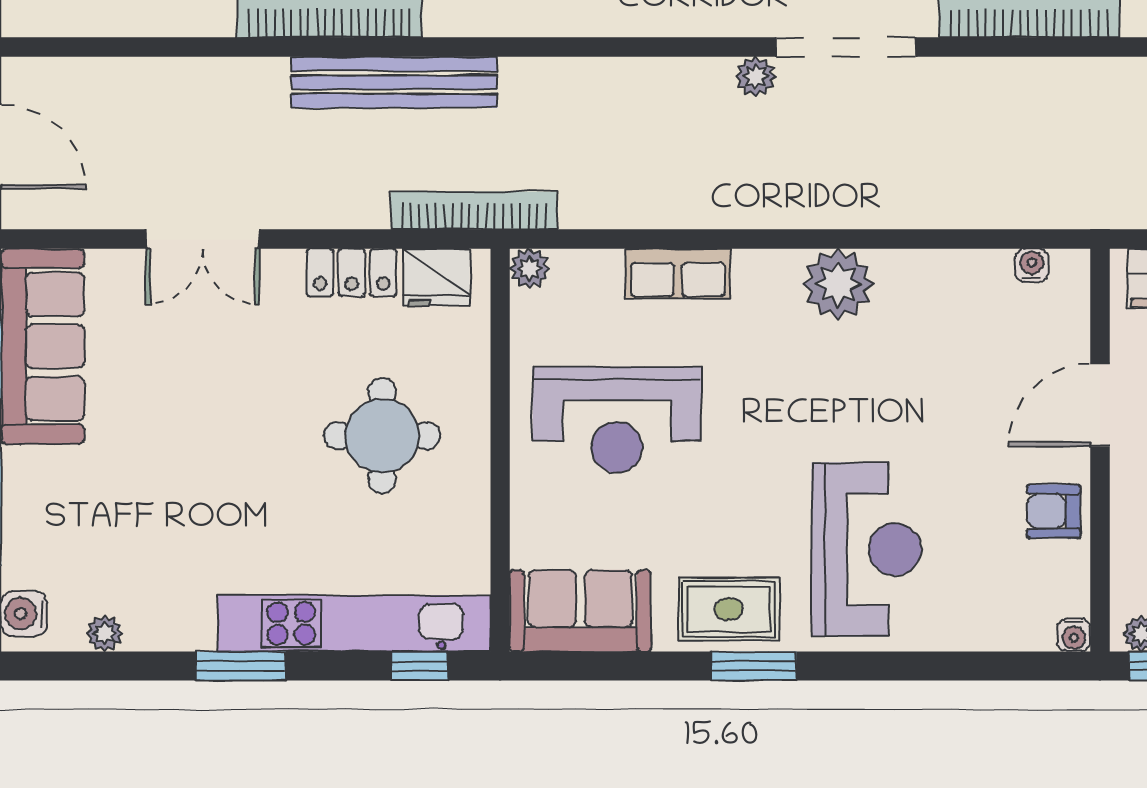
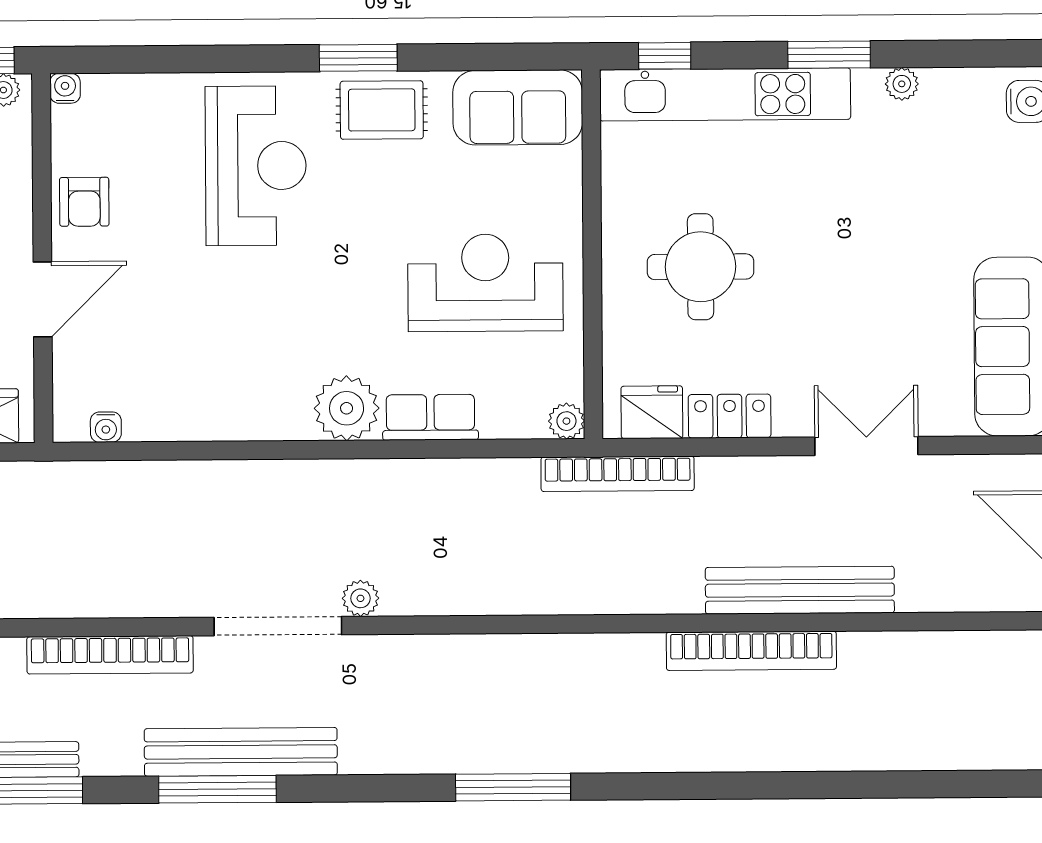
bench: (394, 82) -> (800, 590), moved
plant: (838, 284) -> (347, 408), moved
armchair: (1054, 511) -> (84, 202), turned 90
reception desk: (866, 549) -> (256, 166), turned 180
plant: (105, 634) -> (902, 84), moved

